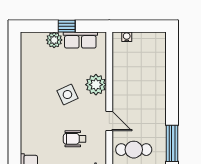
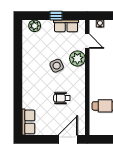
plant: (54, 40) -> (35, 26), moved
door: (109, 121) -> (87, 41), moved

